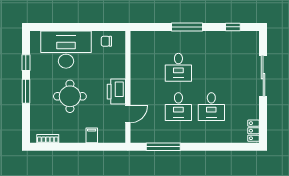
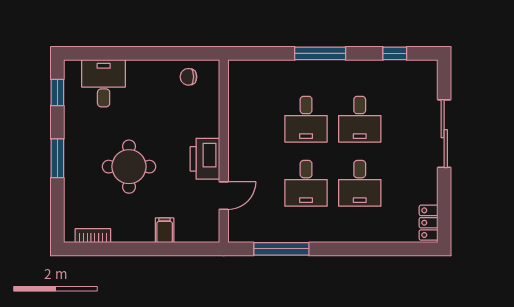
desk: (66, 50) -> (104, 83), width x0.53, depth x0.77
window: (26, 63) -> (57, 92), moved
desk: (211, 67) -> (360, 119), added

